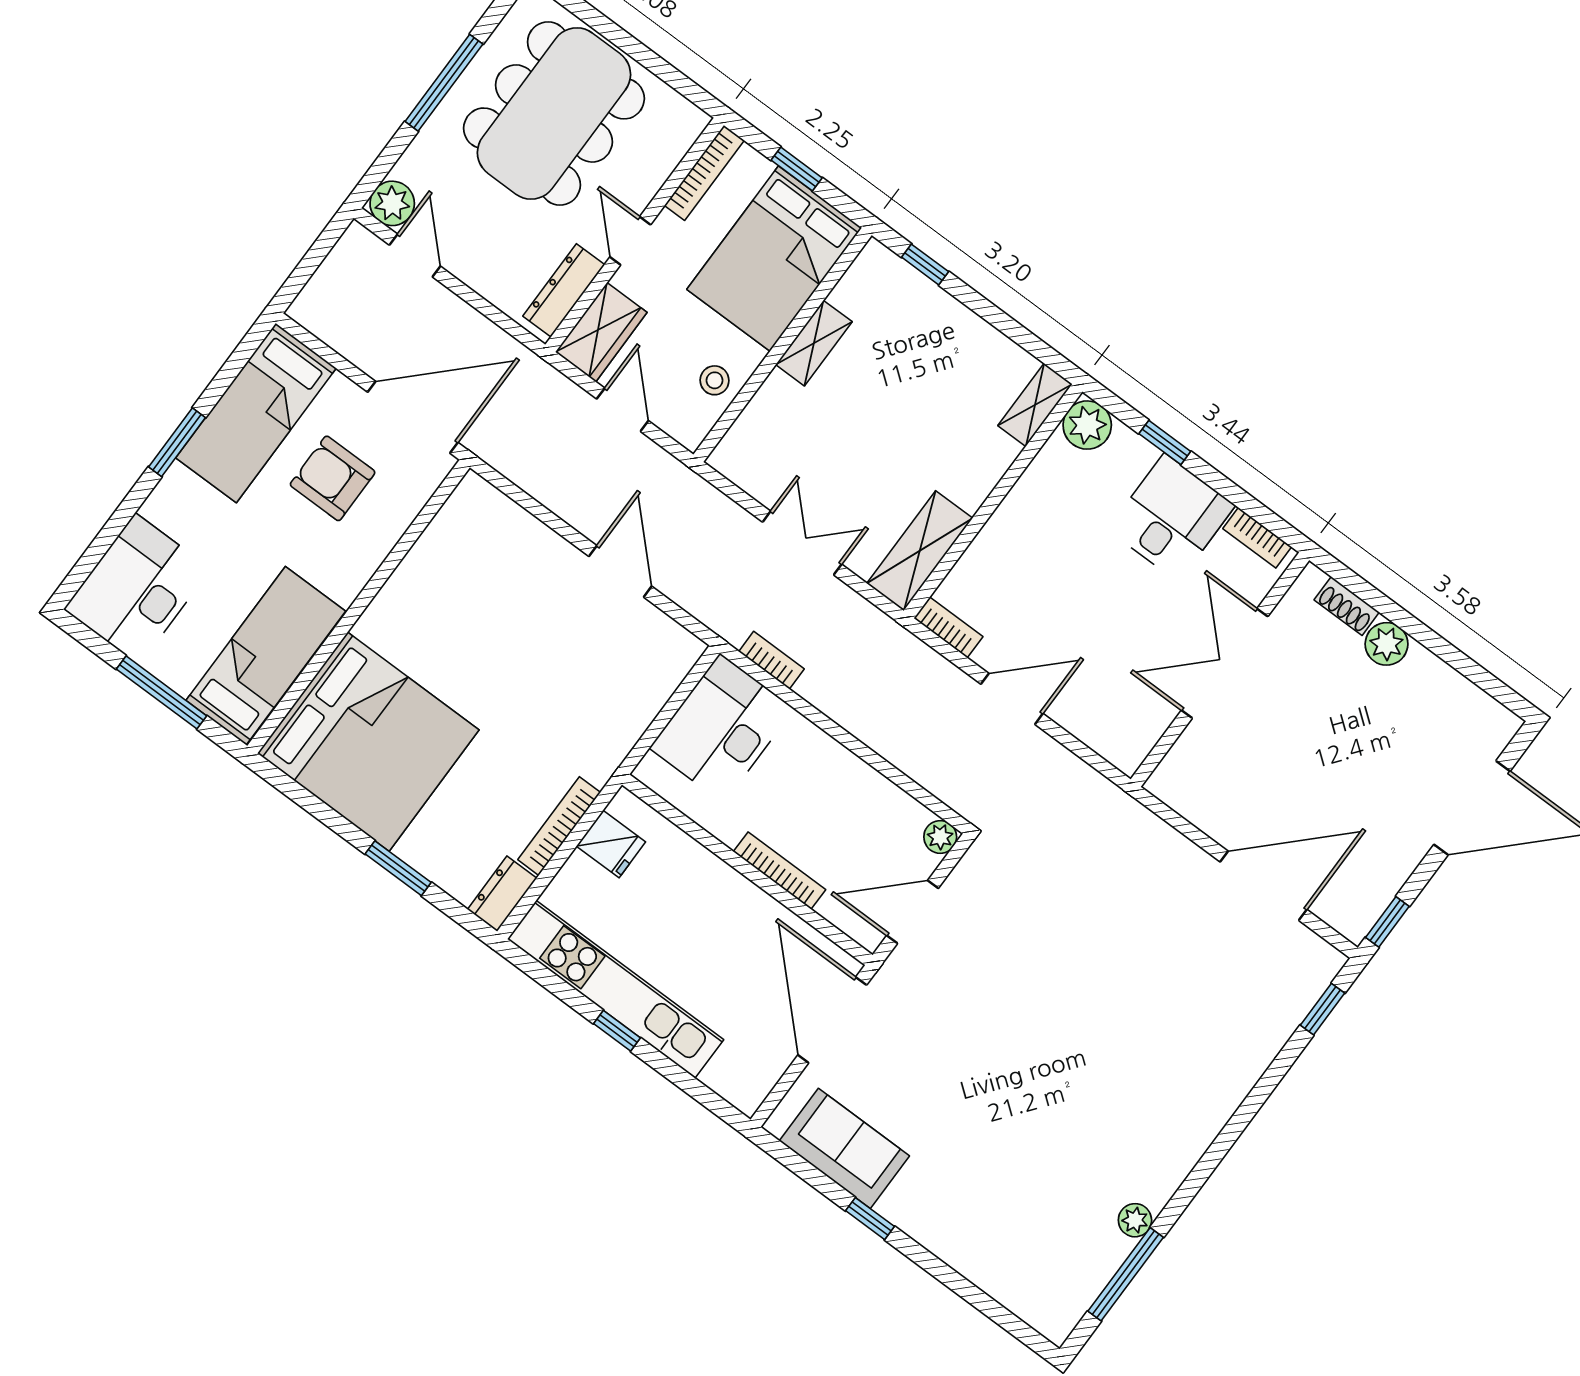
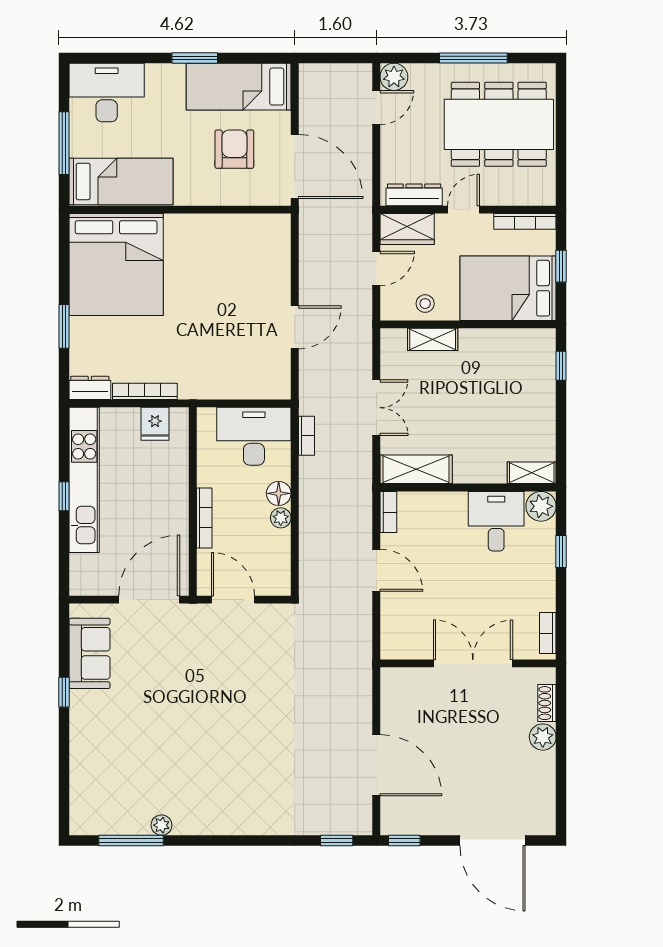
shelving: (814, 343) -> (433, 339), moved
desk: (1171, 517) -> (496, 521), moved, turned -90
floor lamp: (819, 751) -> (279, 493), added
plant: (940, 837) -> (281, 518), moved

